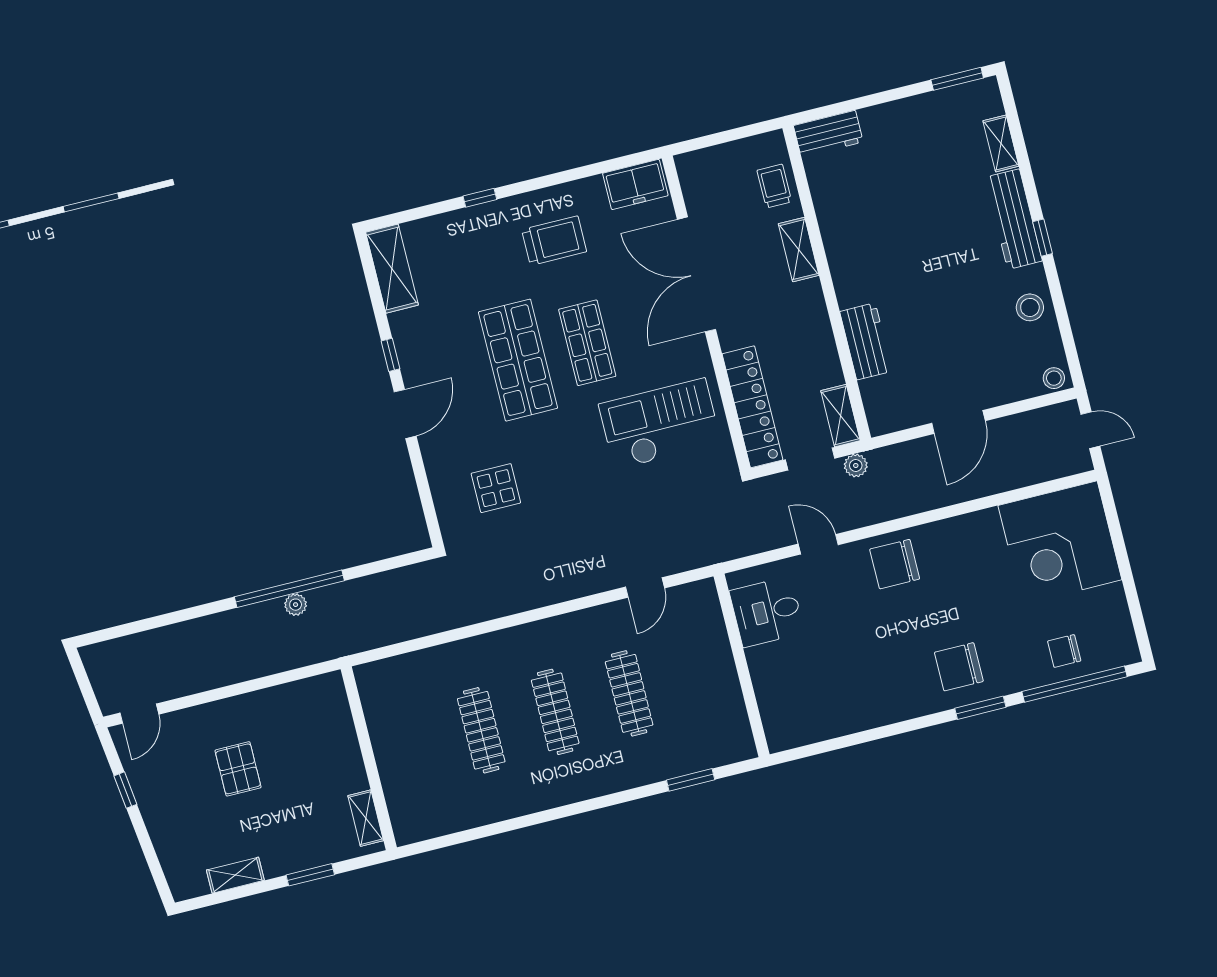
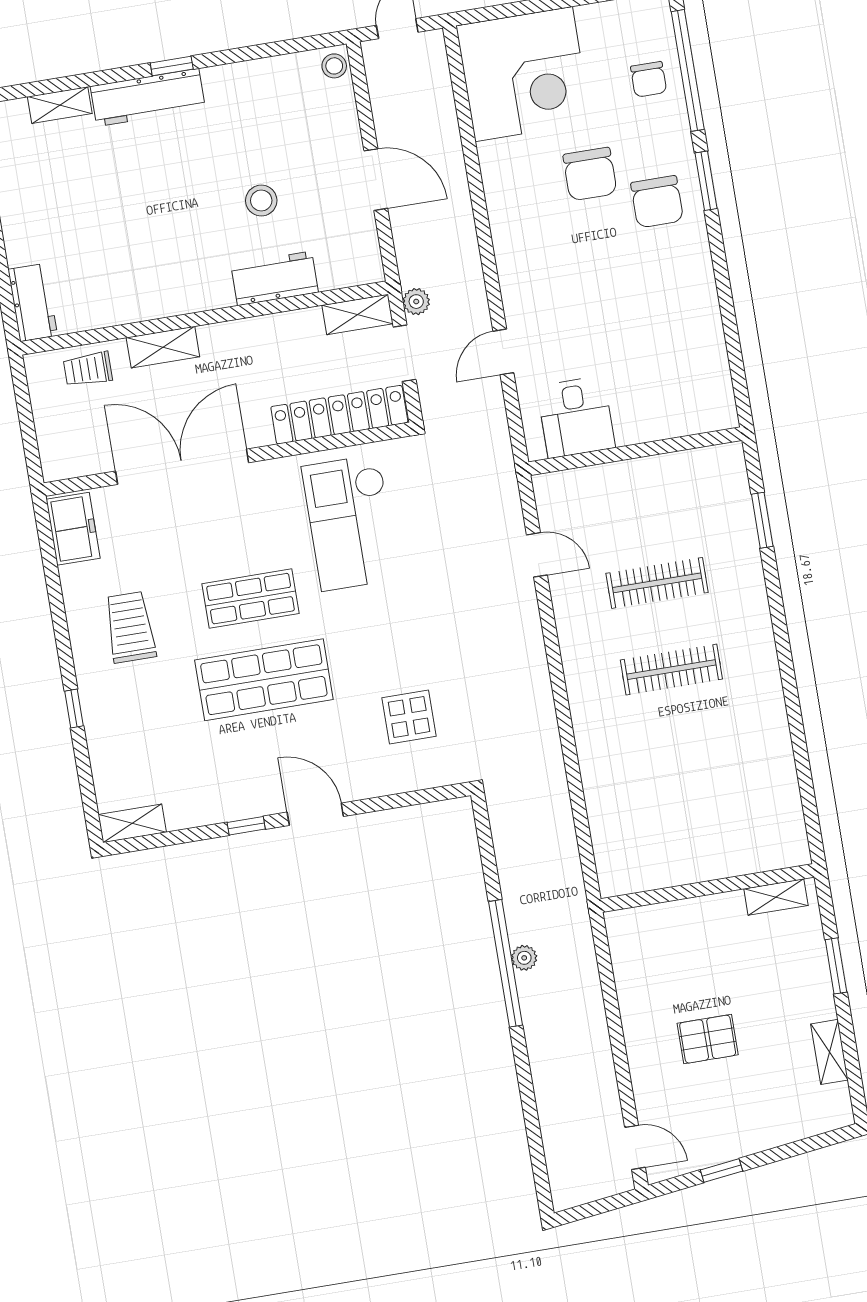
shelving: (392, 269) -> (132, 823), width x0.67, depth x0.75
double door: (696, 274) -> (182, 467), swing flipped
stool: (1030, 307) -> (261, 201), moved
chair: (895, 564) -> (590, 174), moved
clothes rail: (481, 730) -> (686, 756), removed

